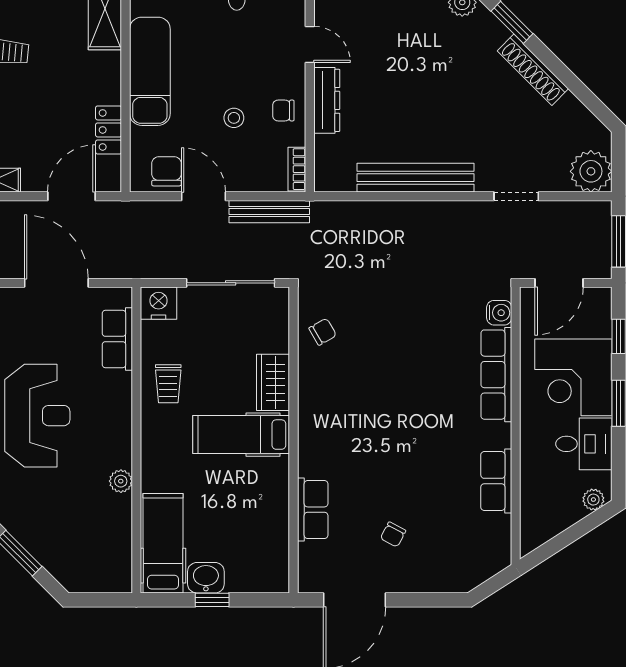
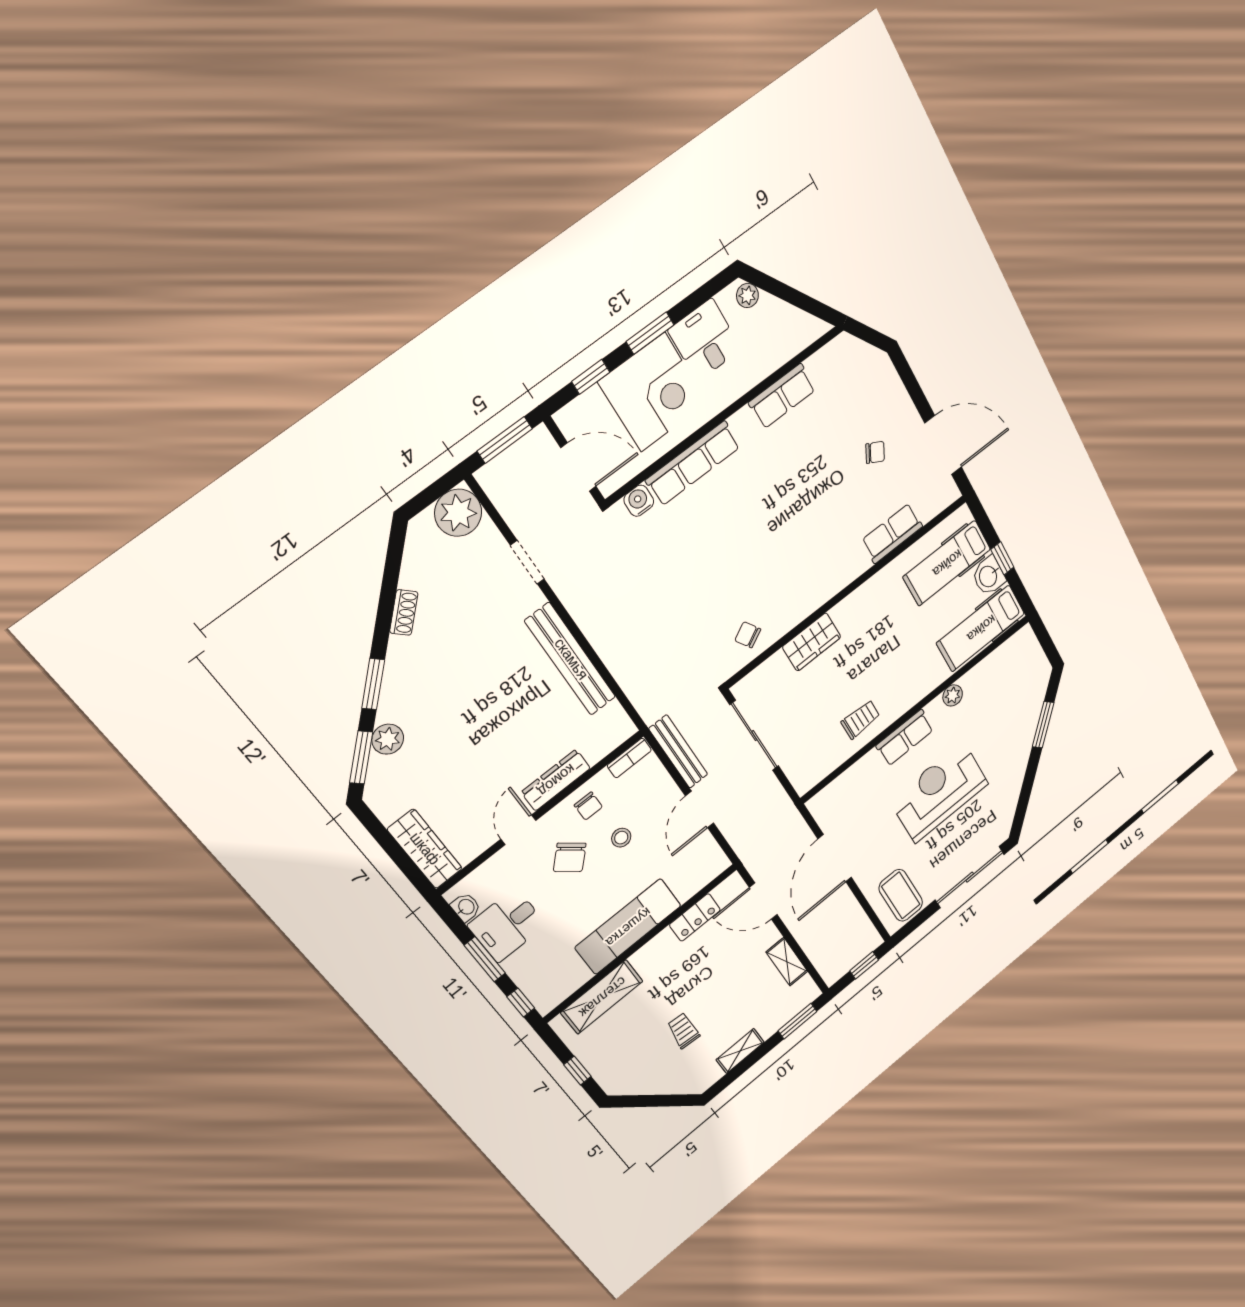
shoe rack: (533, 70) -> (404, 612), width x0.51, depth x0.81
chair: (166, 171) -> (570, 857), moved, turned -48
nightstand: (159, 303) -> (804, 775), removed
row of seats: (117, 339) -> (905, 738), moved
hospital bed: (241, 435) -> (947, 563), moved, turned 90

